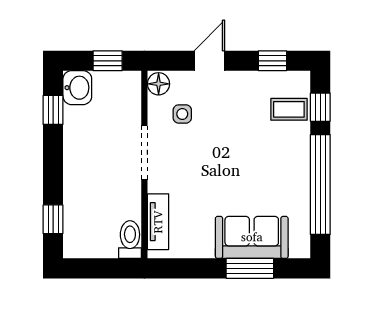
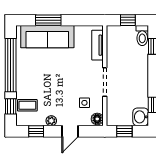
plant: (244, 80) -> (51, 121), added
sofa: (252, 237) -> (47, 37), width x1.36
toilet: (130, 240) -> (142, 36), moved
window: (101, 268) -> (128, 20), added

